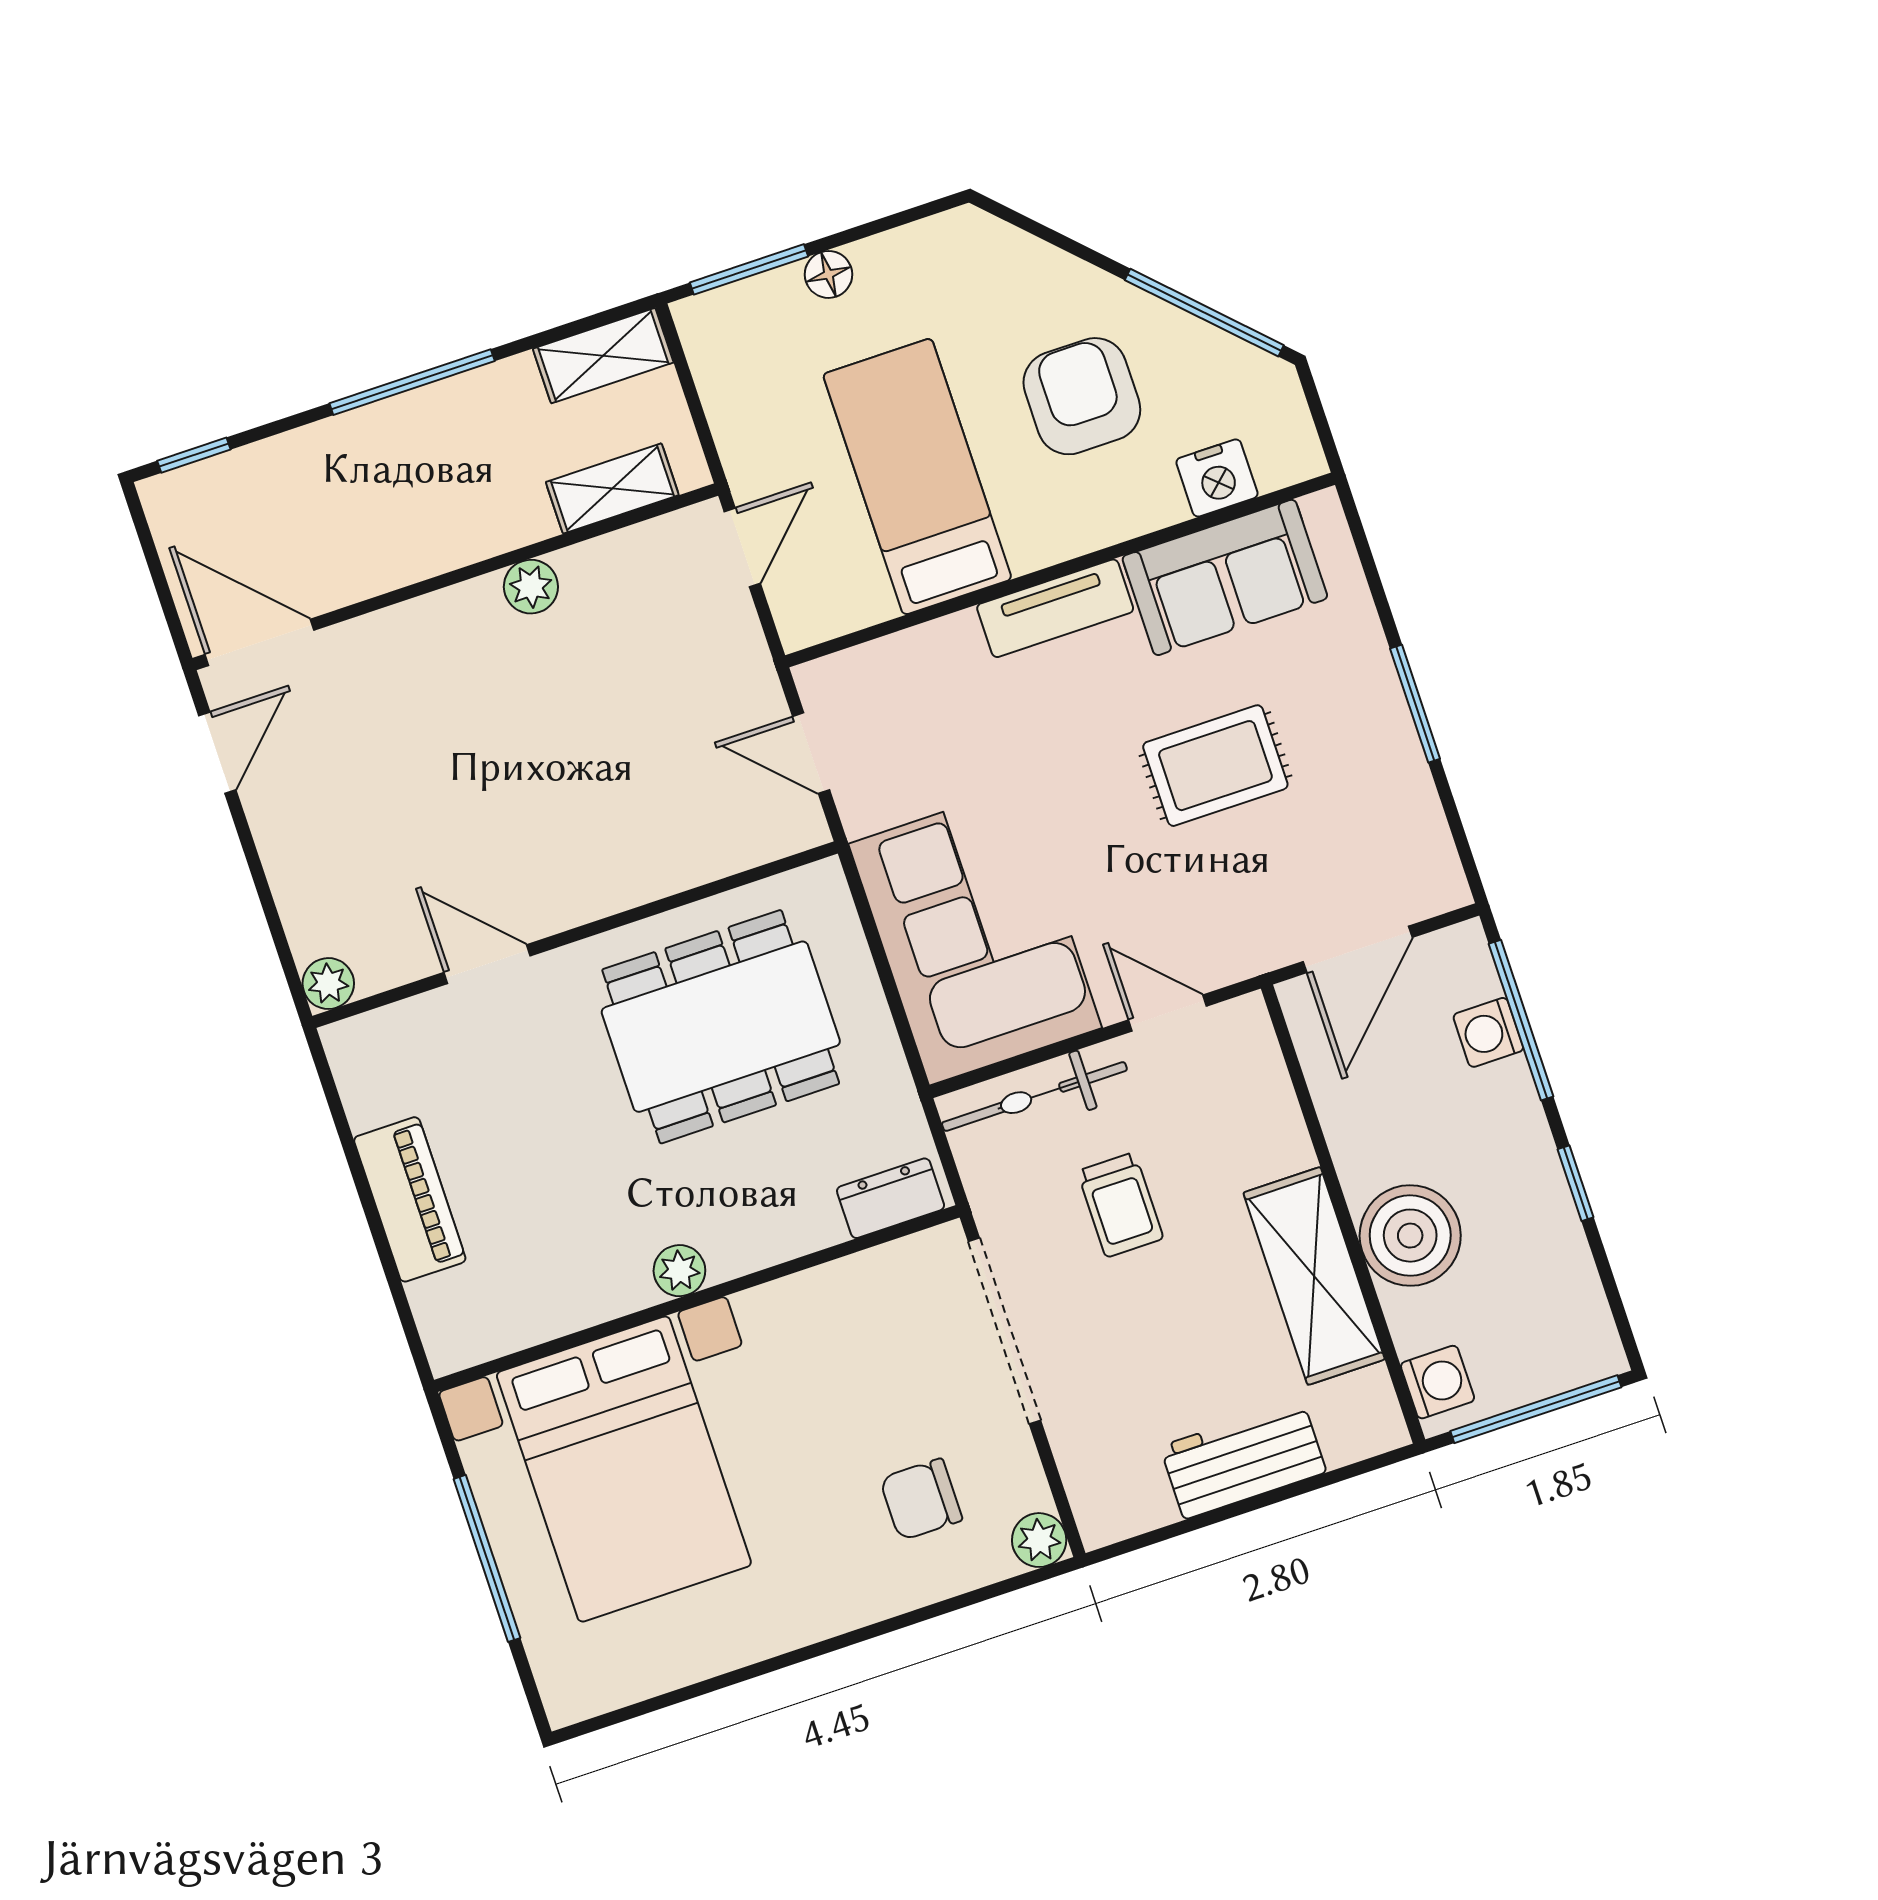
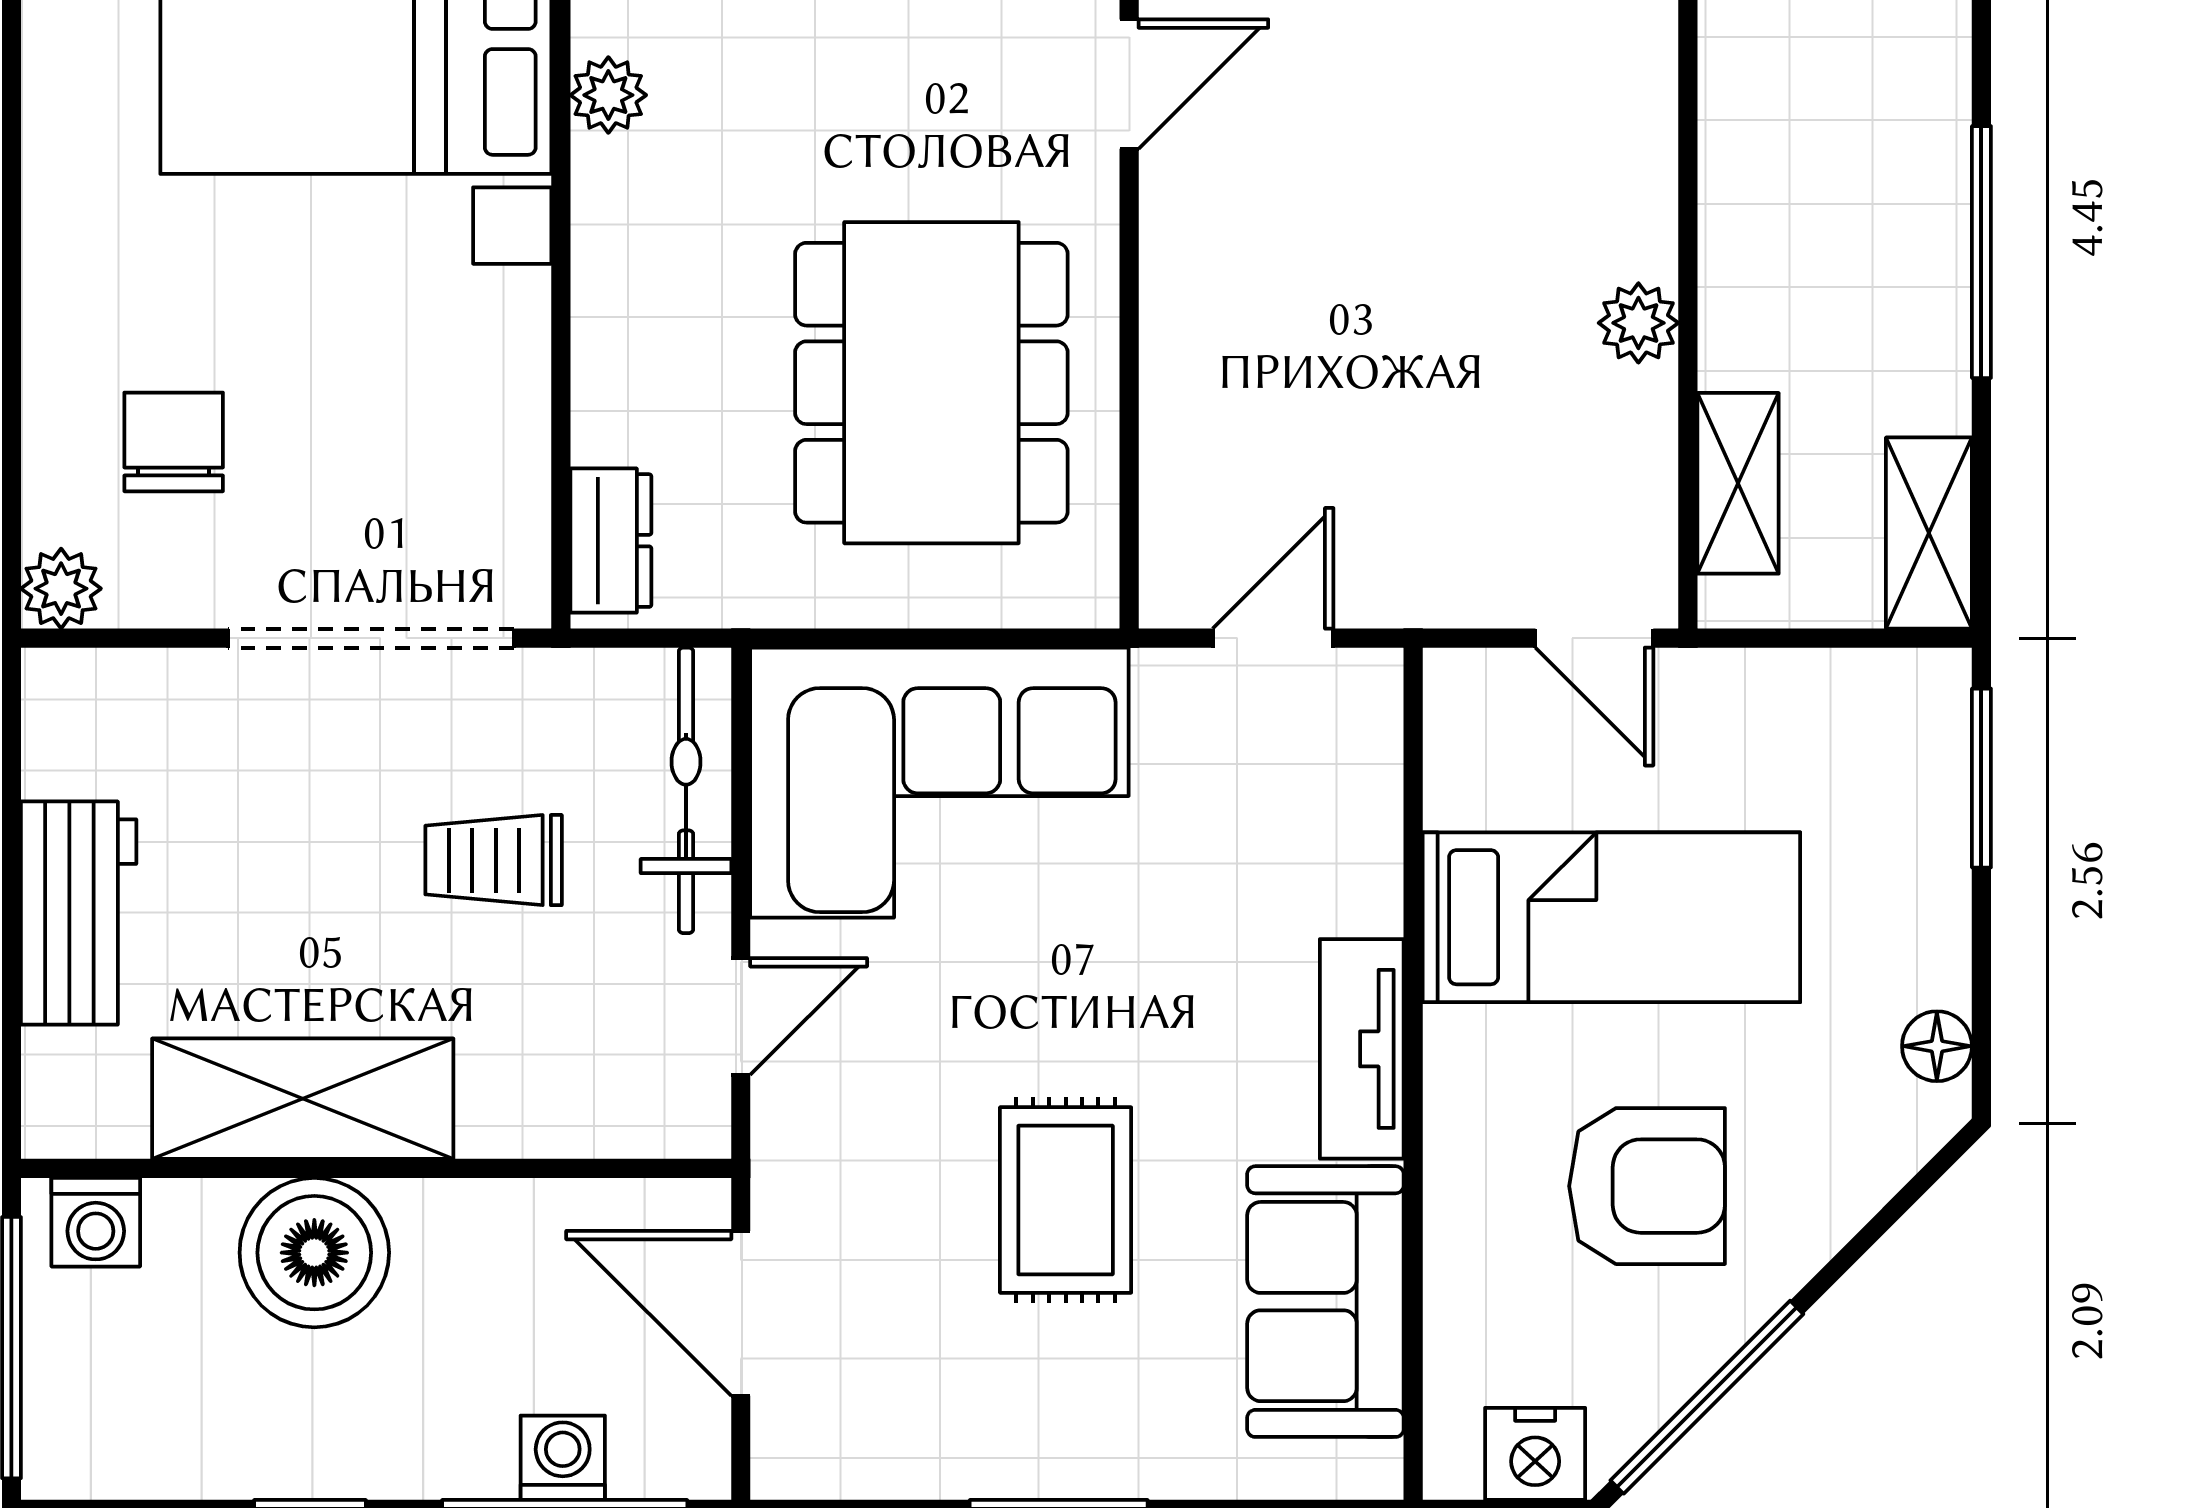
floor lamp: (829, 274) -> (1937, 1046), moved
nightstand: (1217, 478) -> (1535, 1454), moved, turned -90
plant: (679, 1271) -> (608, 95), moved

